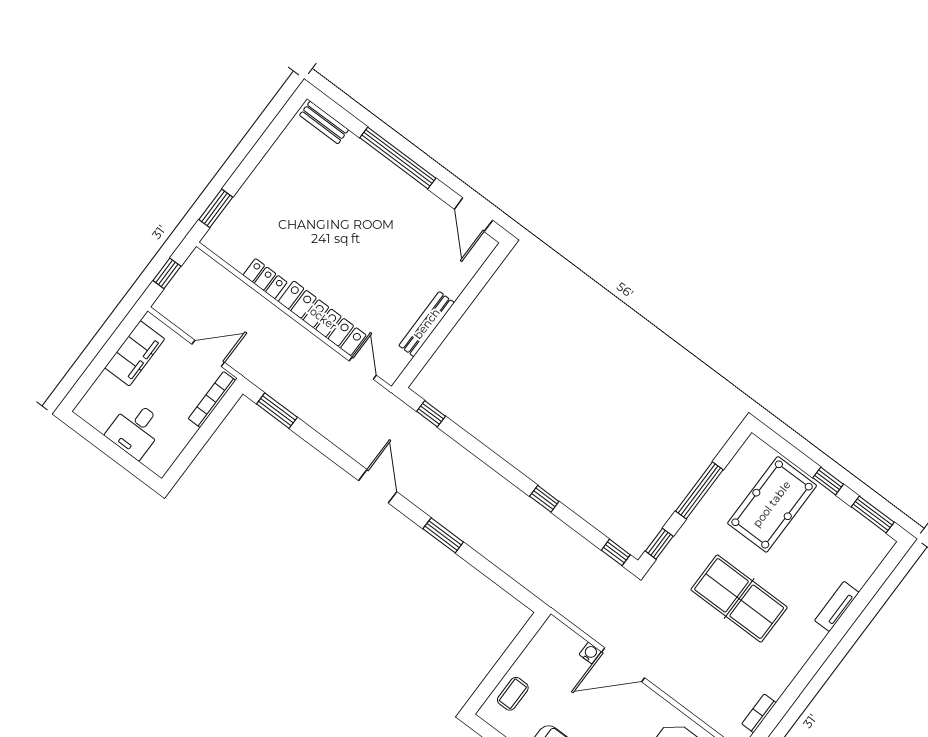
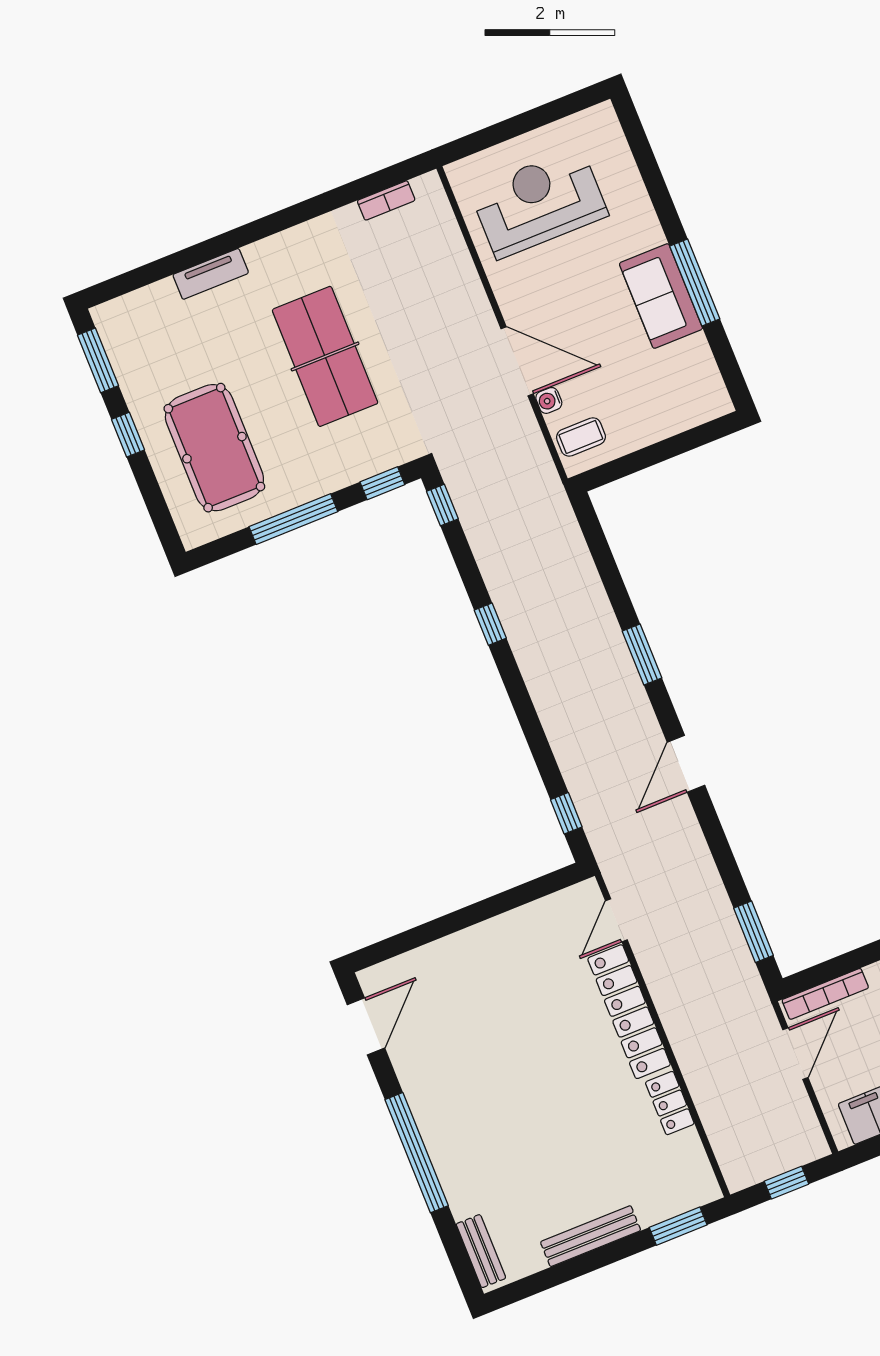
bench: (427, 324) -> (591, 1236), moved
door: (208, 353) -> (795, 1054), swing flipped
pool table: (772, 504) -> (214, 448), turned 90
coffee table: (513, 694) -> (581, 437), moved

